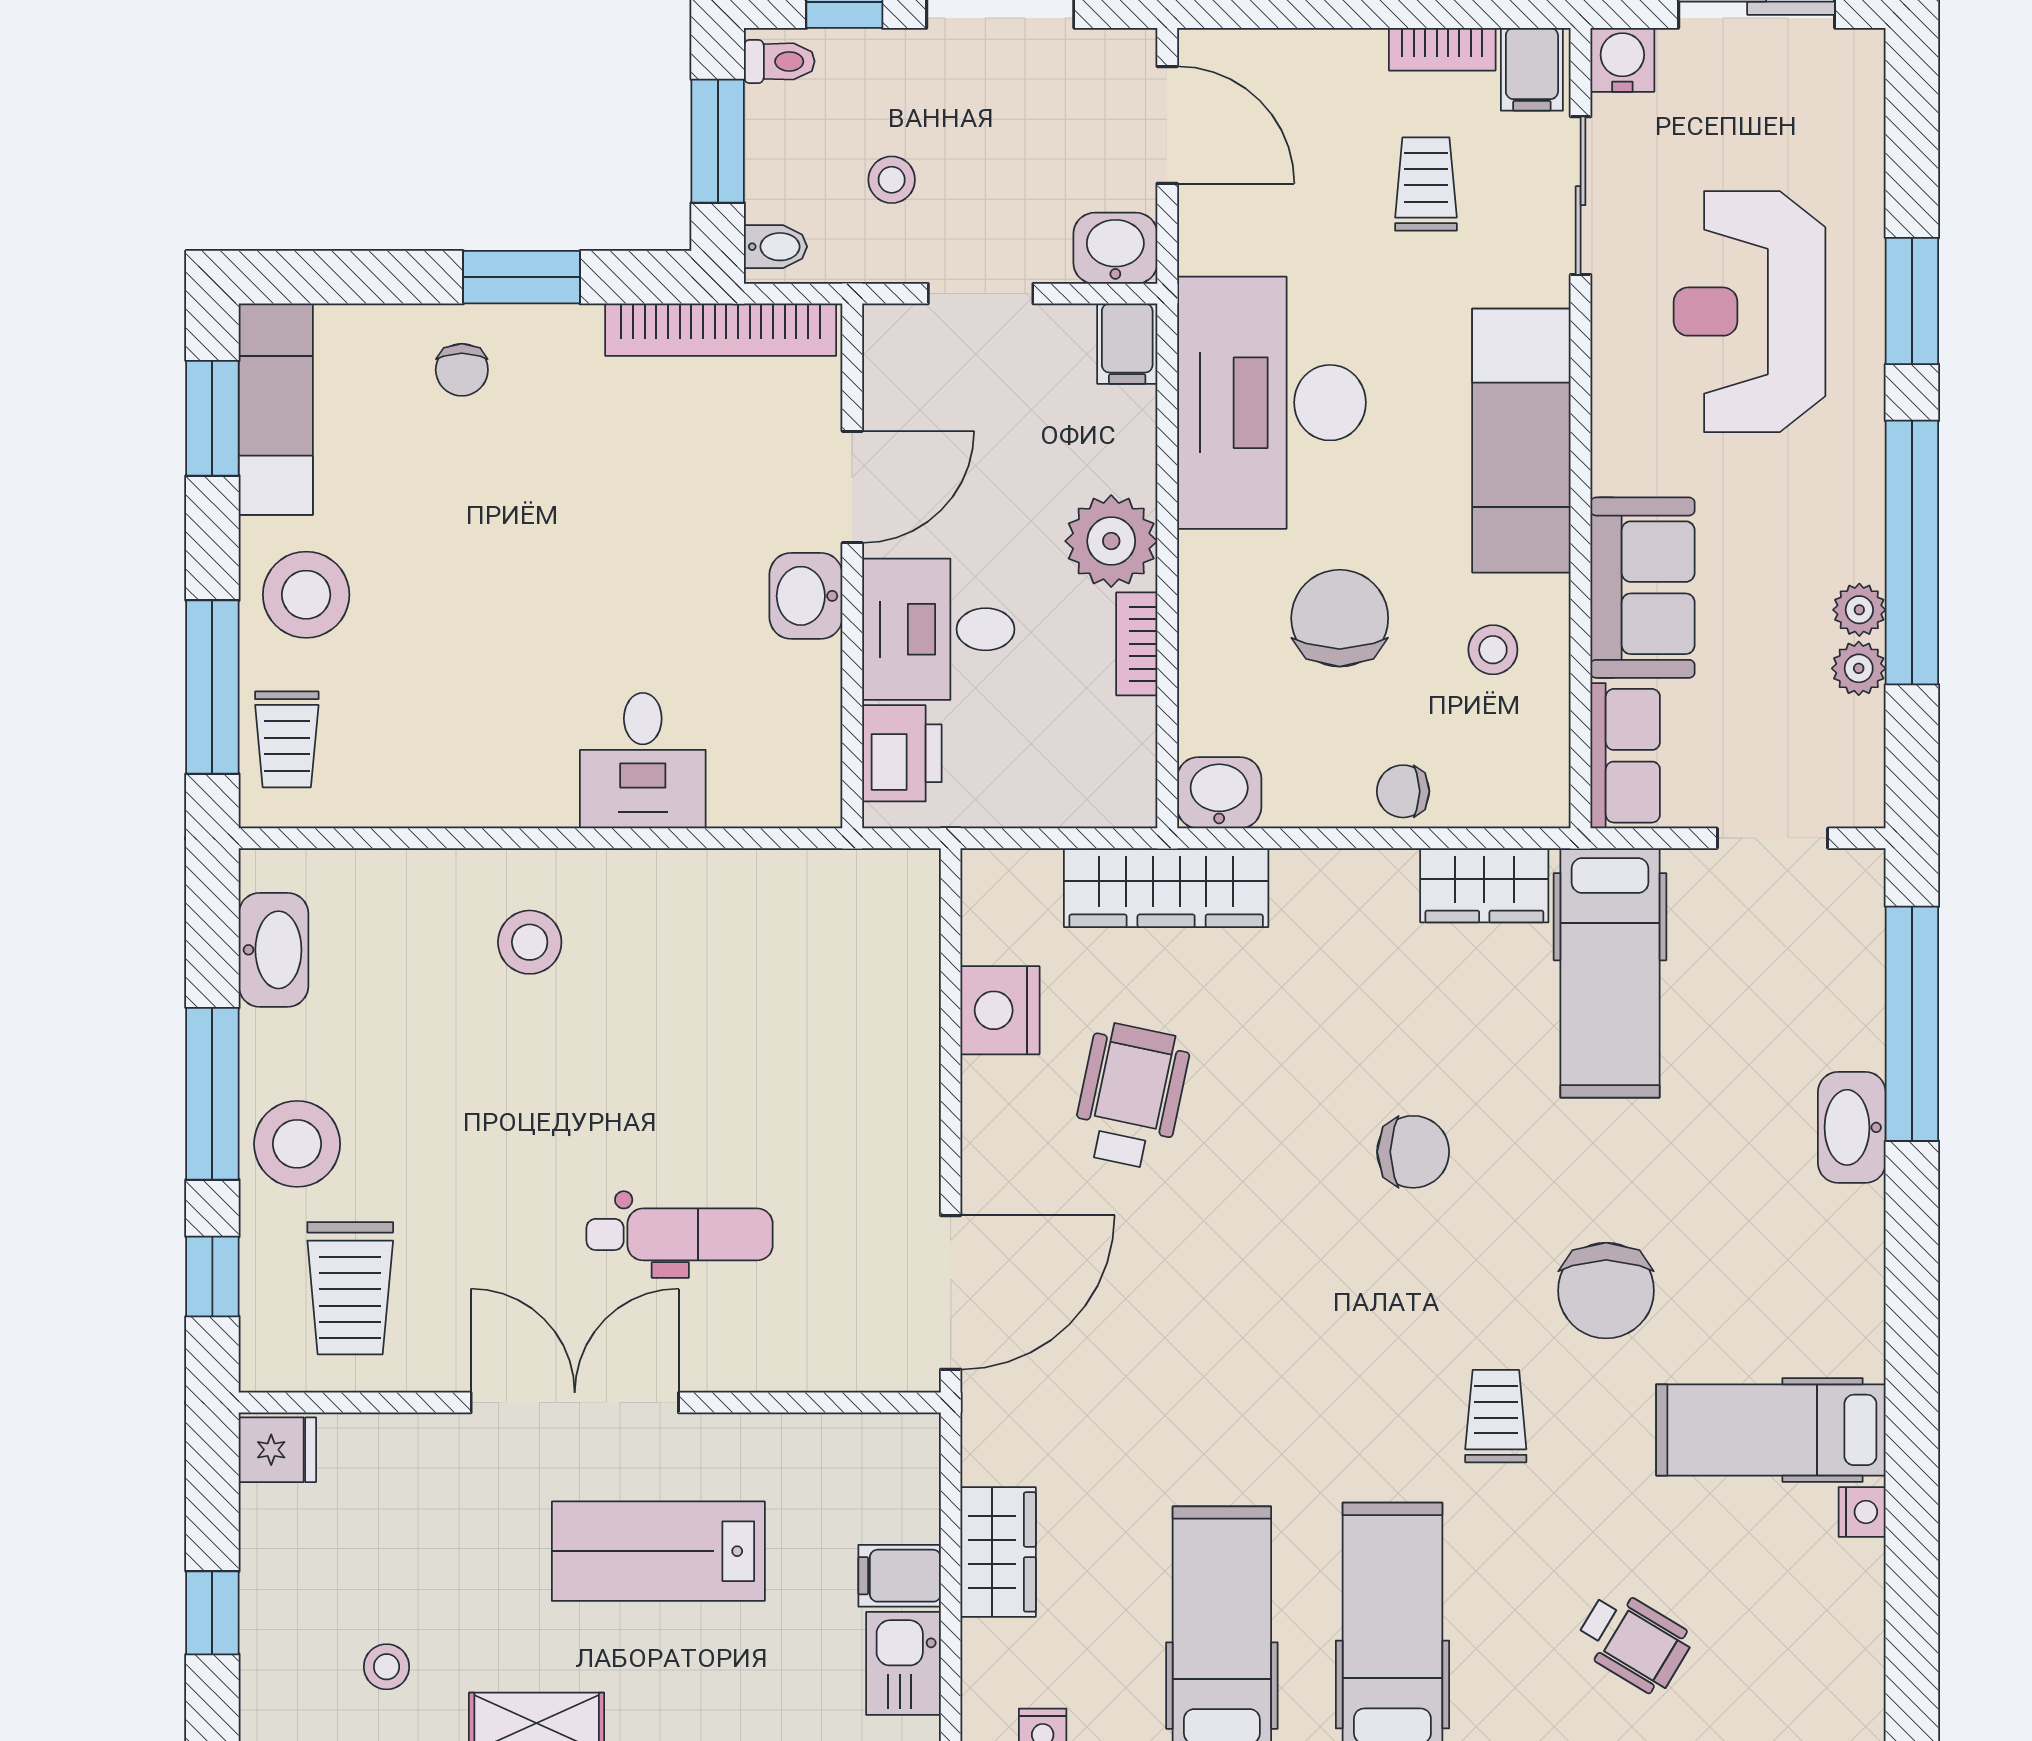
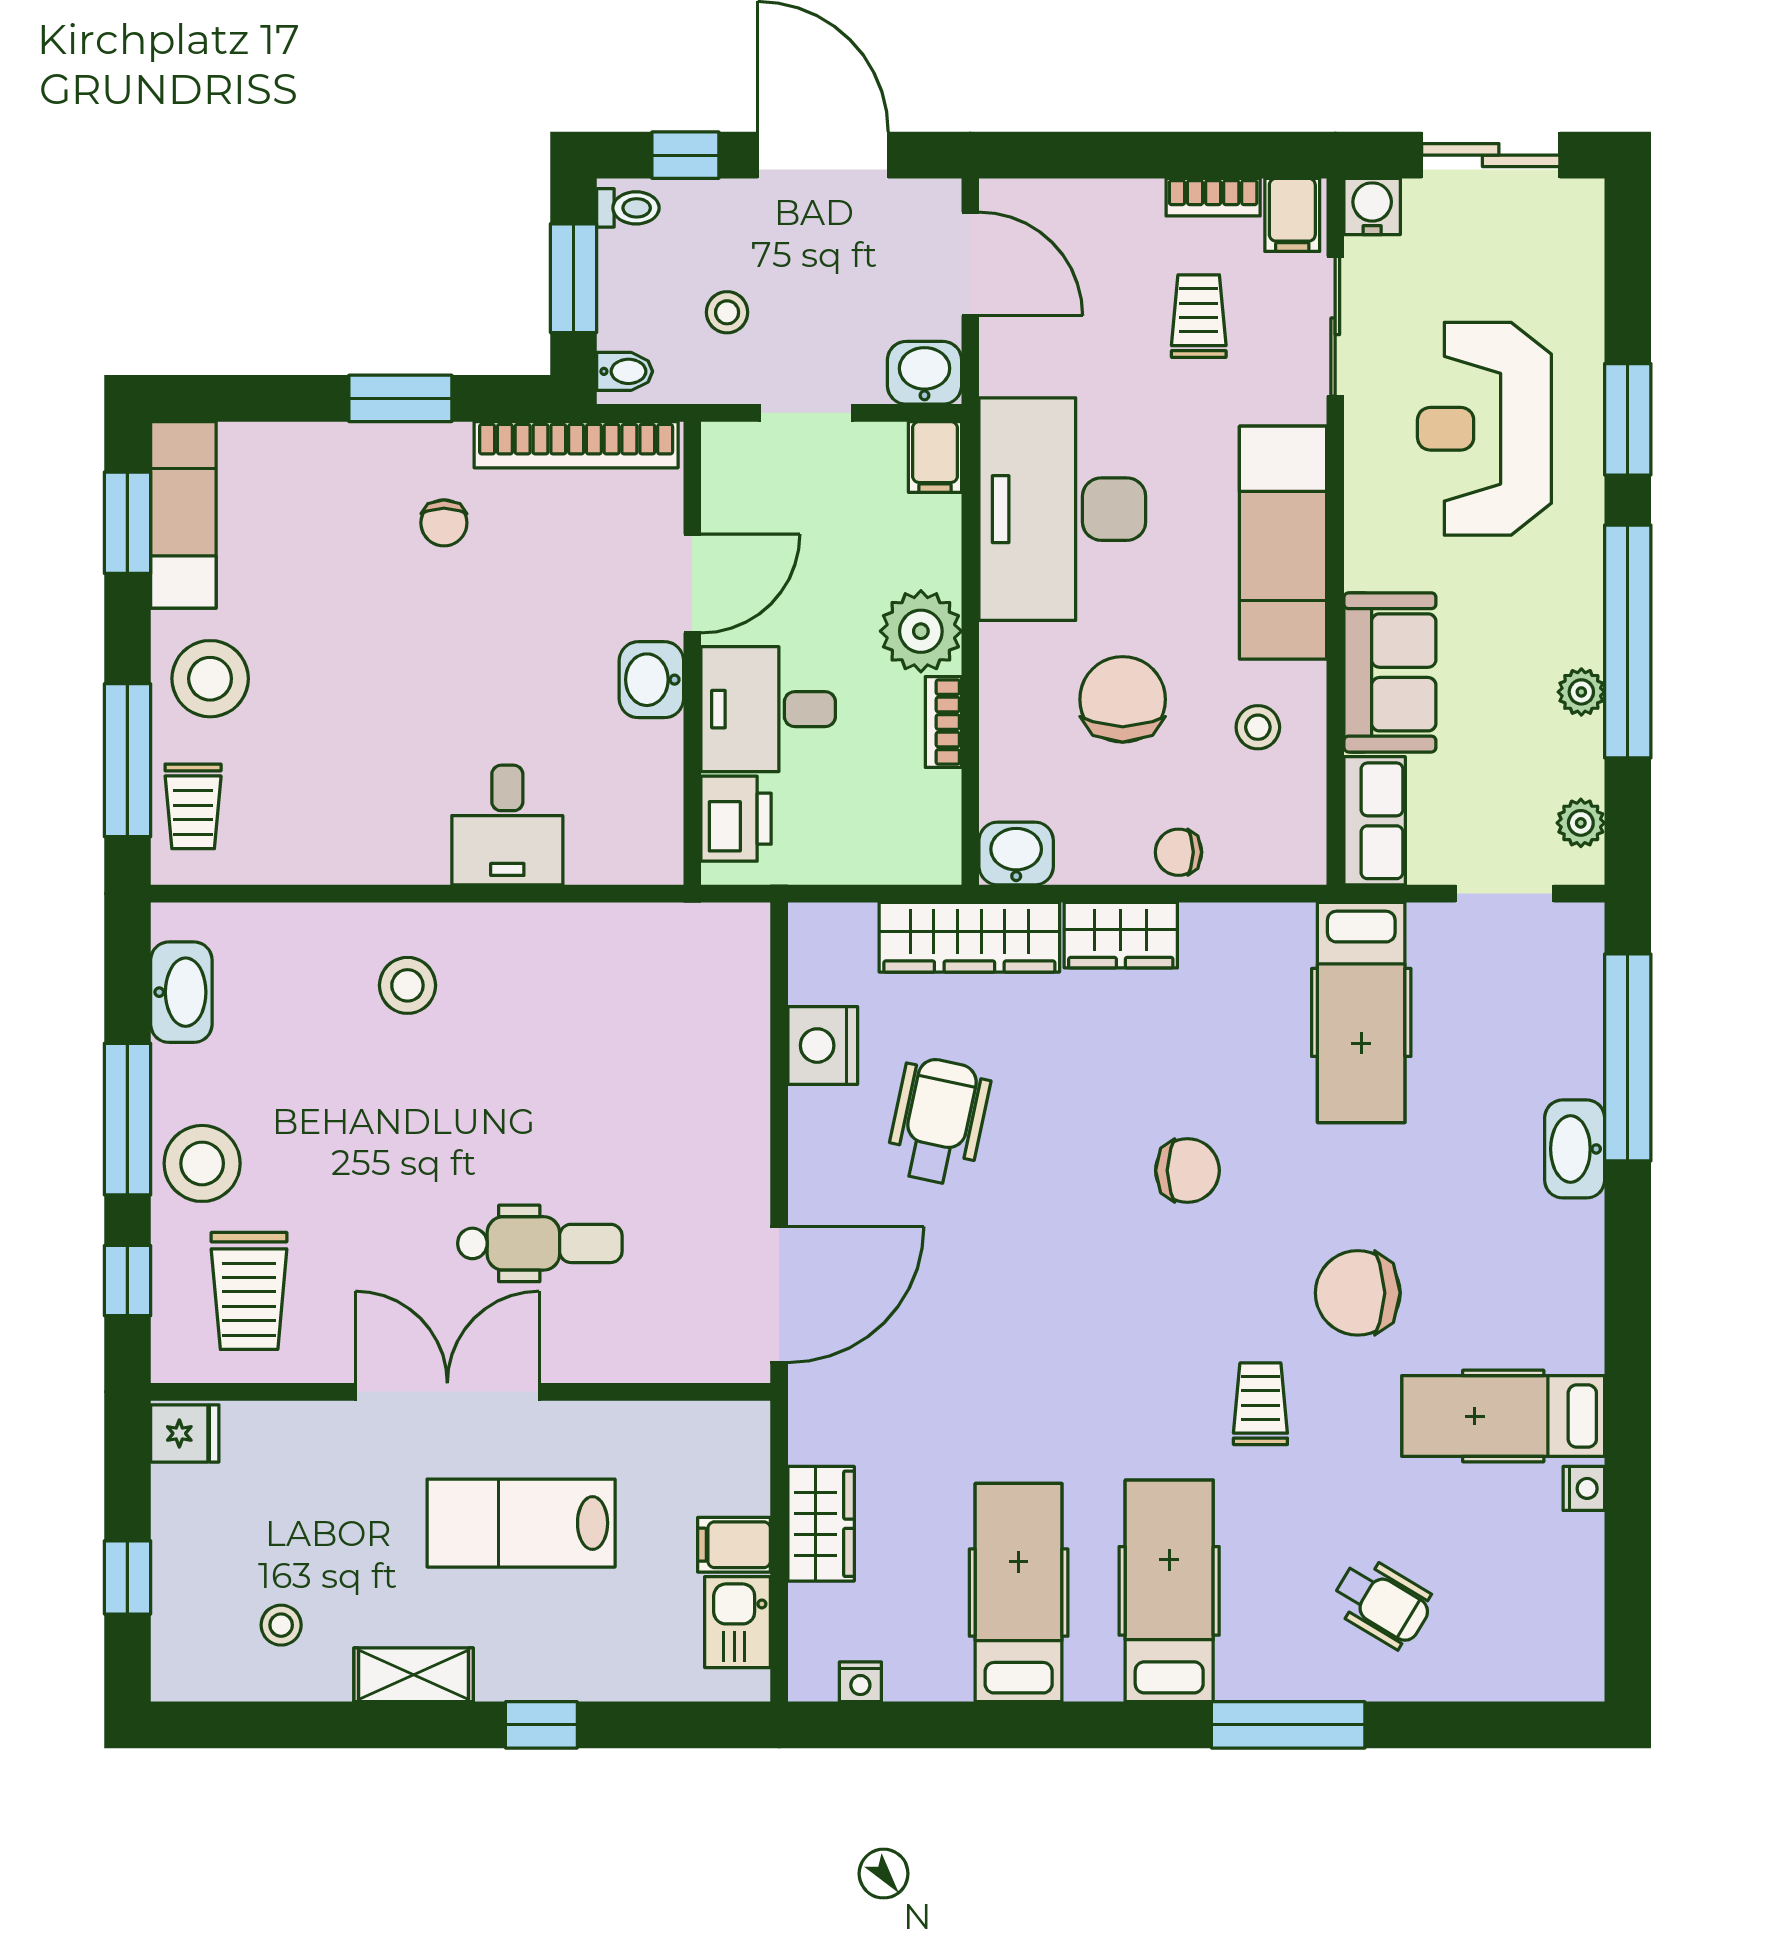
chair: (462, 370) -> (444, 523), moved
plant: (1859, 668) -> (1581, 823), moved
wardrobe: (1484, 885) -> (1121, 935), moved
chair: (1606, 1291) -> (1358, 1293), turned 90

